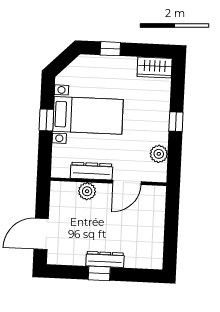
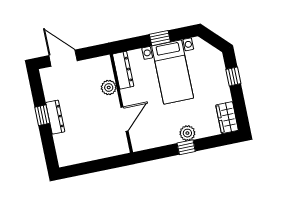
plant: (159, 154) -> (187, 133), moved
dresser: (92, 171) -> (123, 70), moved
door: (127, 183) -> (125, 119), swing flipped

